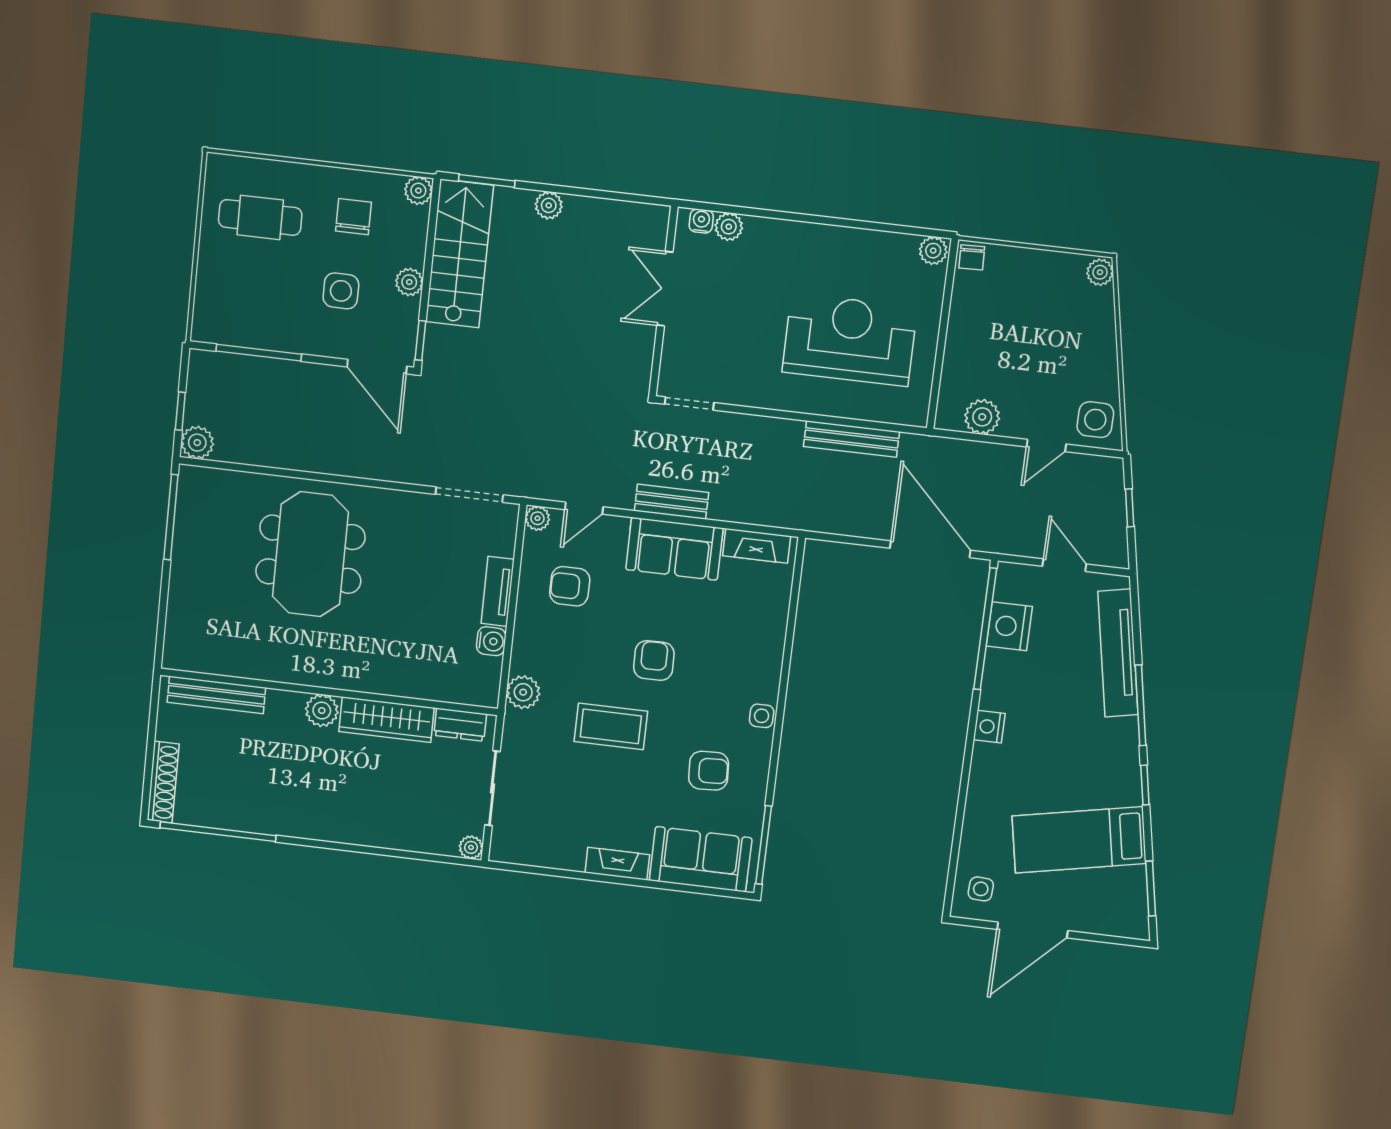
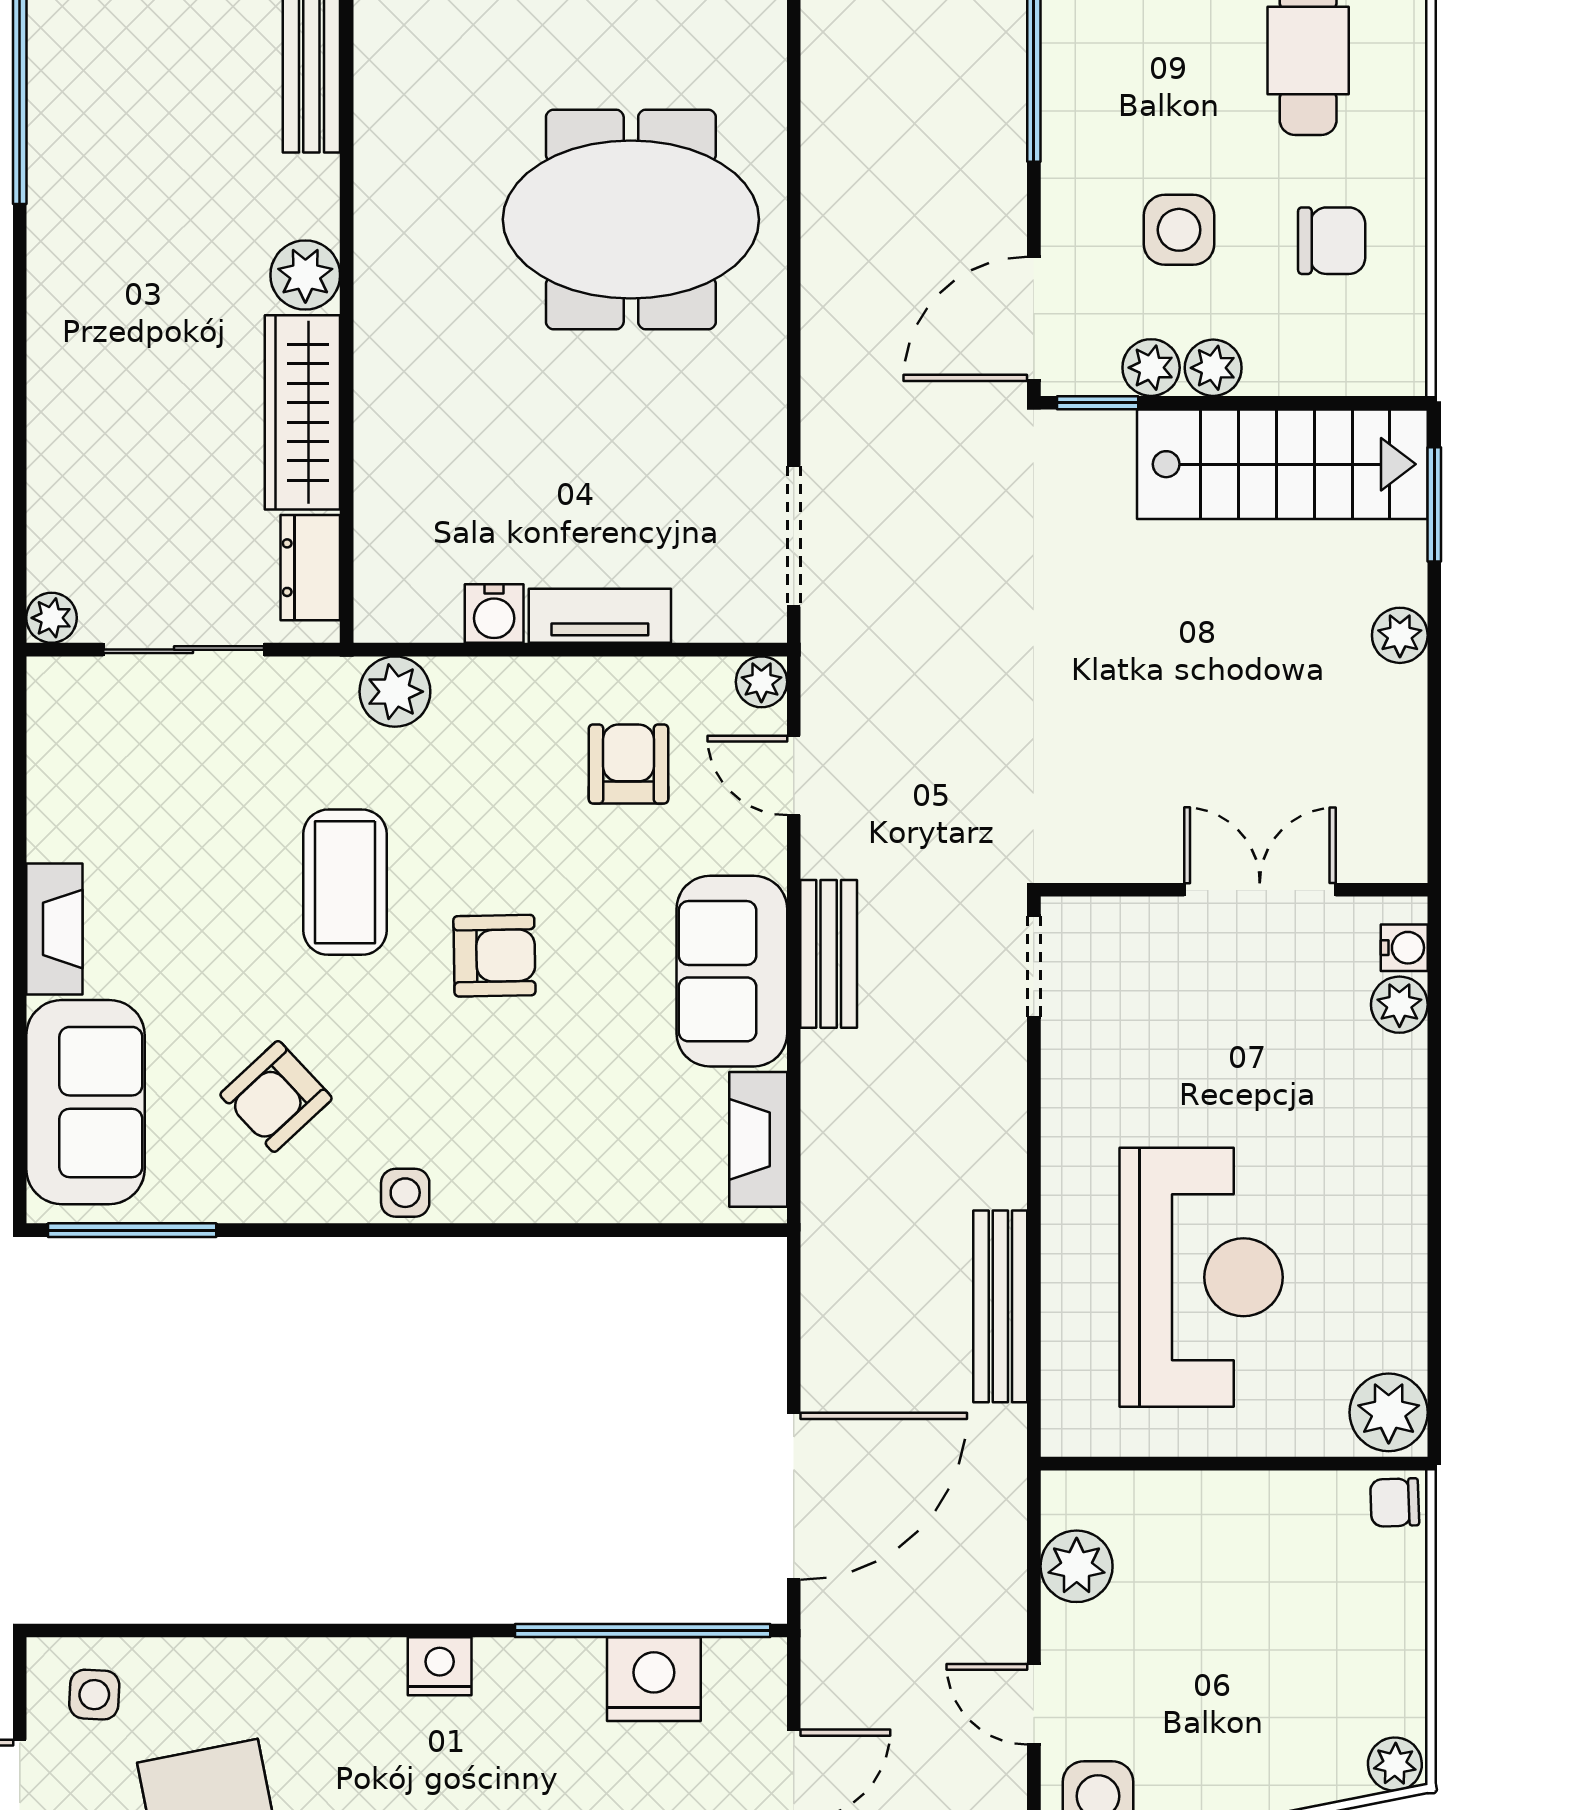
plant: (418, 191) -> (1151, 368), moved
plant: (933, 251) -> (1389, 1412), width x1.38, depth x1.38
armchair: (709, 771) -> (276, 1096), turned 50

